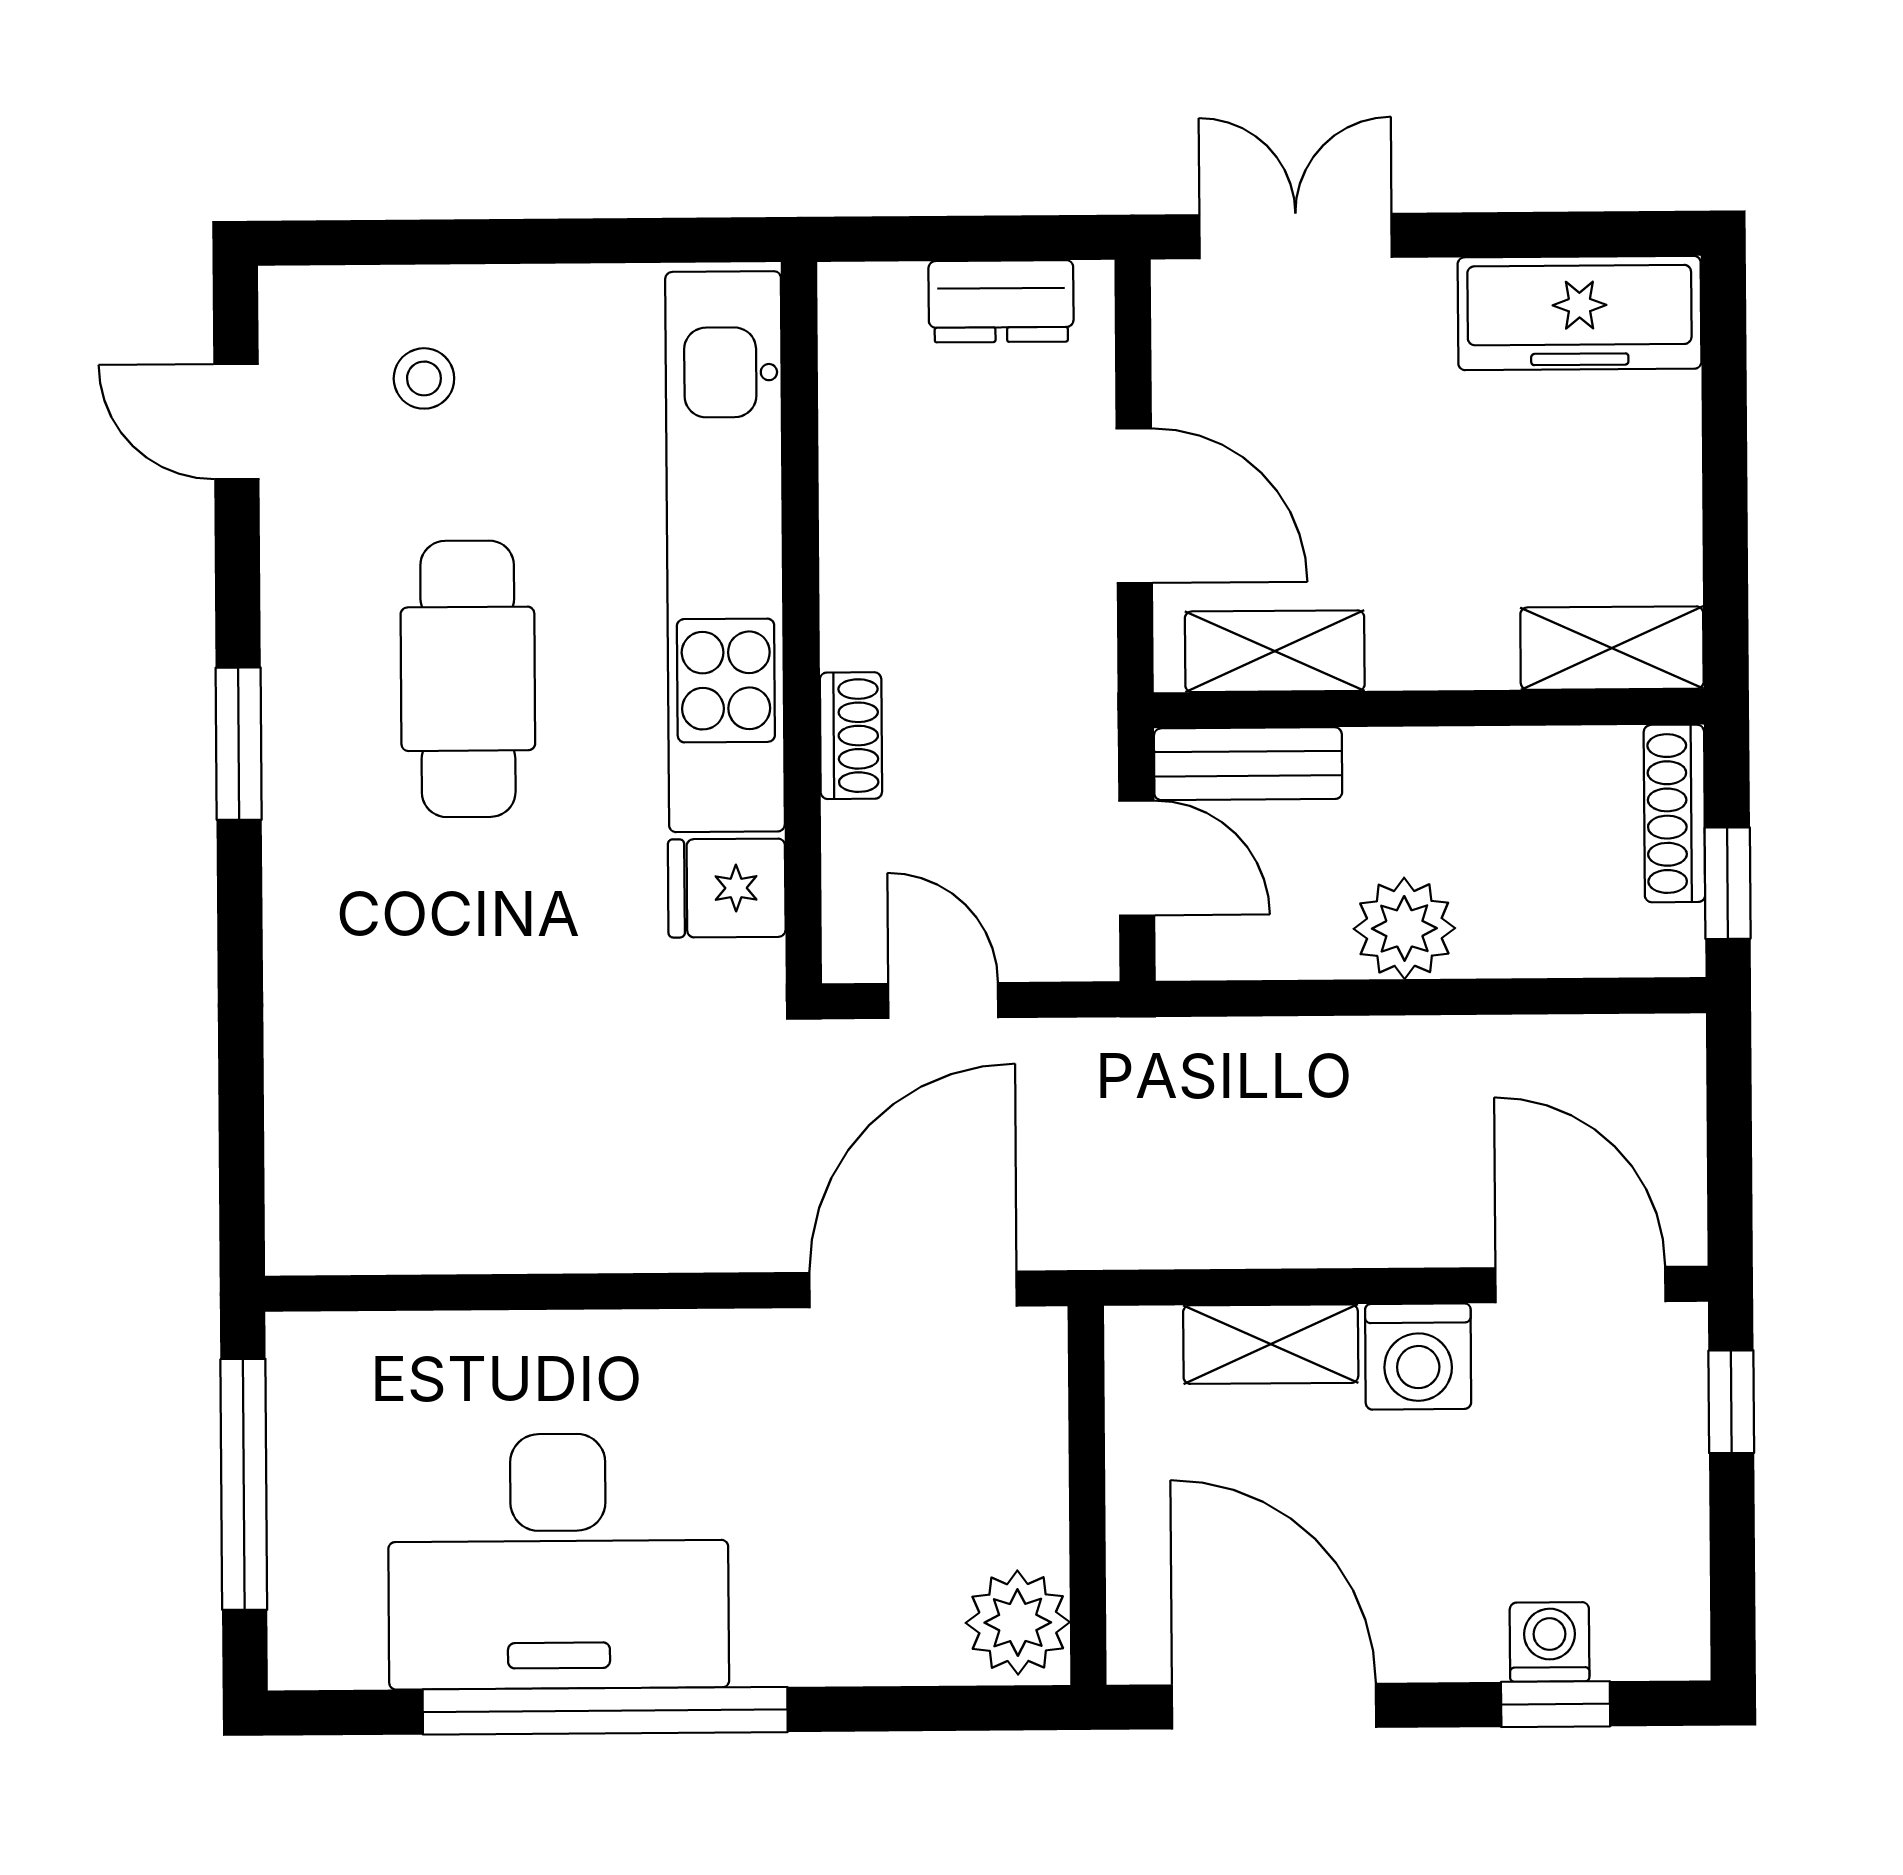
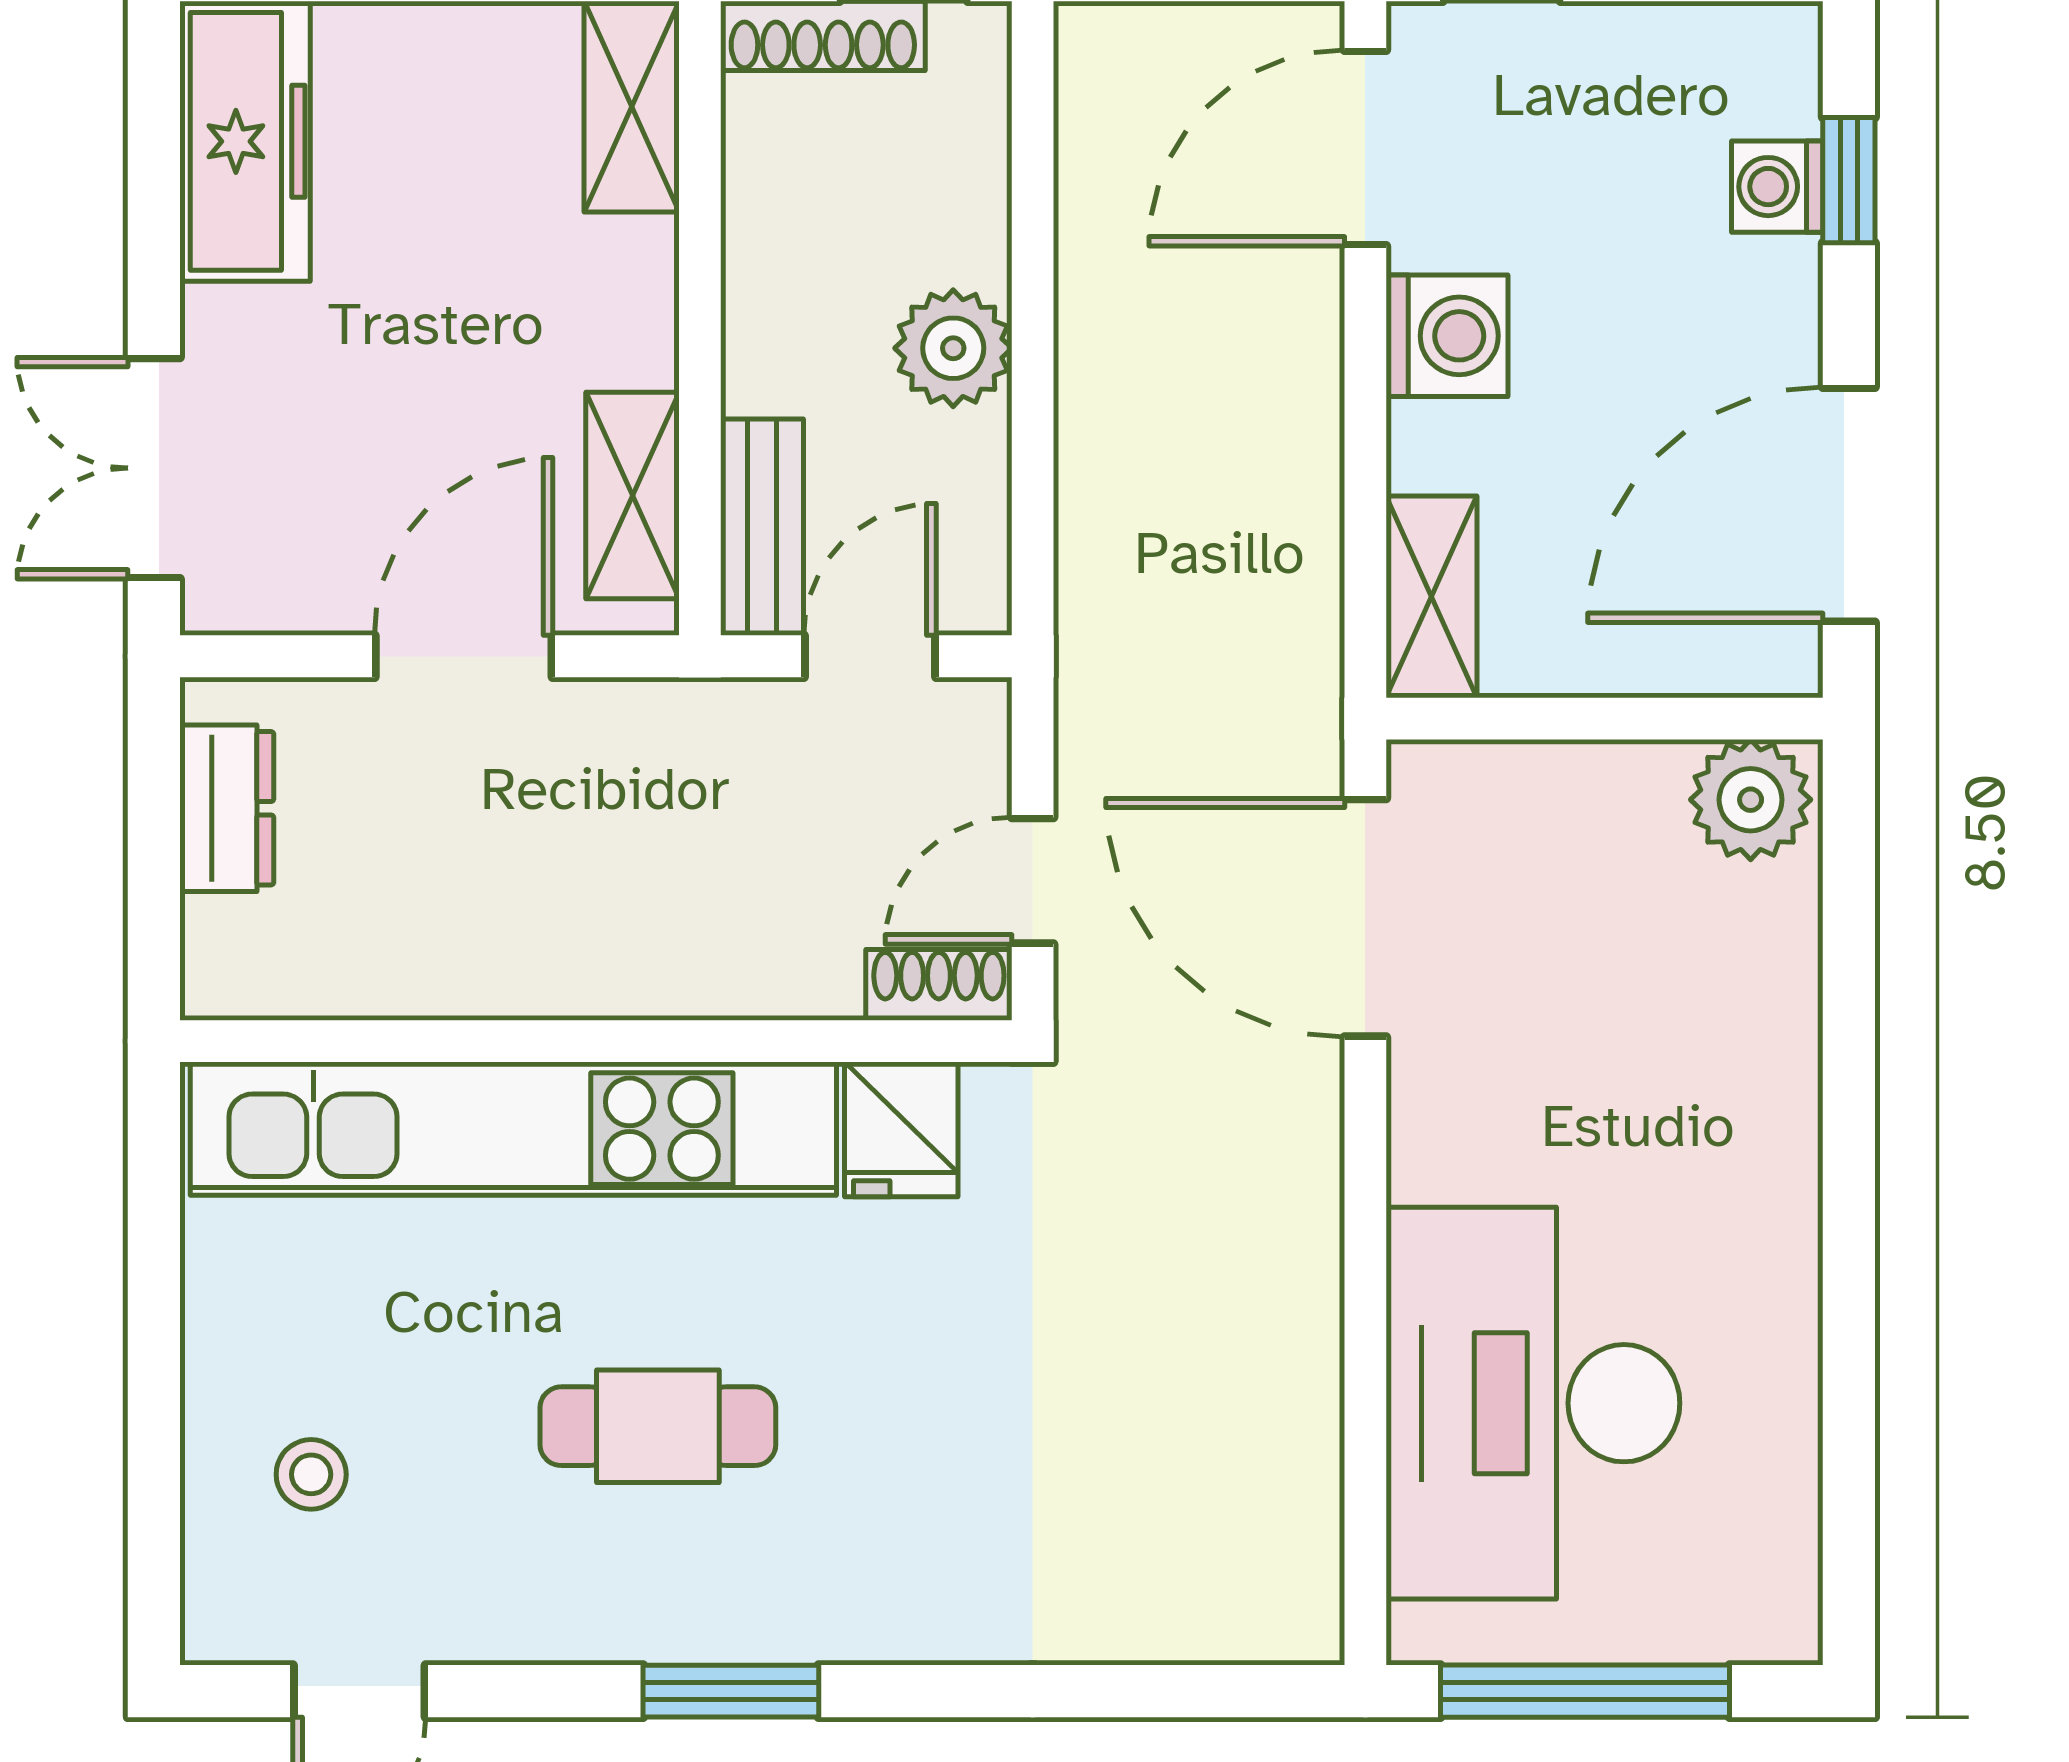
cafe table: (468, 679) -> (658, 1426), width x0.73, depth x0.74
shoe rack: (851, 736) -> (939, 985), moved
shelving: (1271, 1344) -> (1432, 597), moved
desk: (558, 1561) -> (1533, 1403), moved, turned 180
window: (605, 1711) -> (1849, 1276), removed

